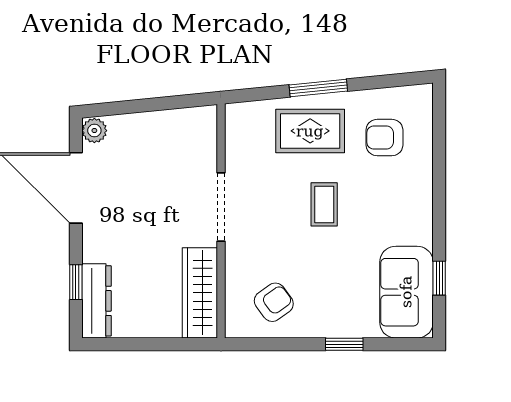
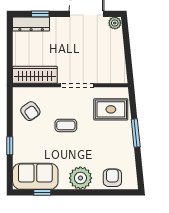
rug: (310, 131) -> (111, 109), moved, turned 90
armchair: (384, 138) -> (112, 178), moved
plant: (410, 200) -> (80, 178), added
coffee table: (324, 204) -> (66, 125), moved

